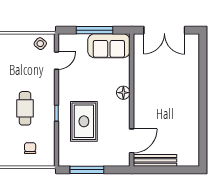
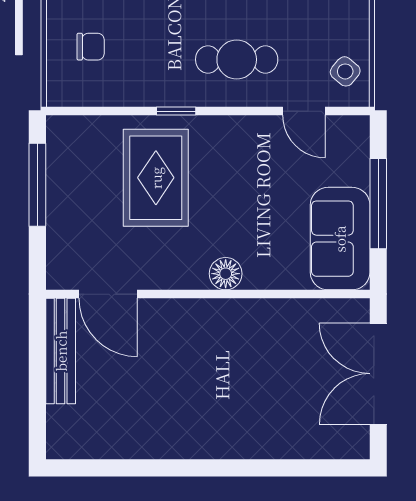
cafe table: (25, 108) -> (237, 59), moved
rug: (84, 121) -> (156, 178), turned 90

